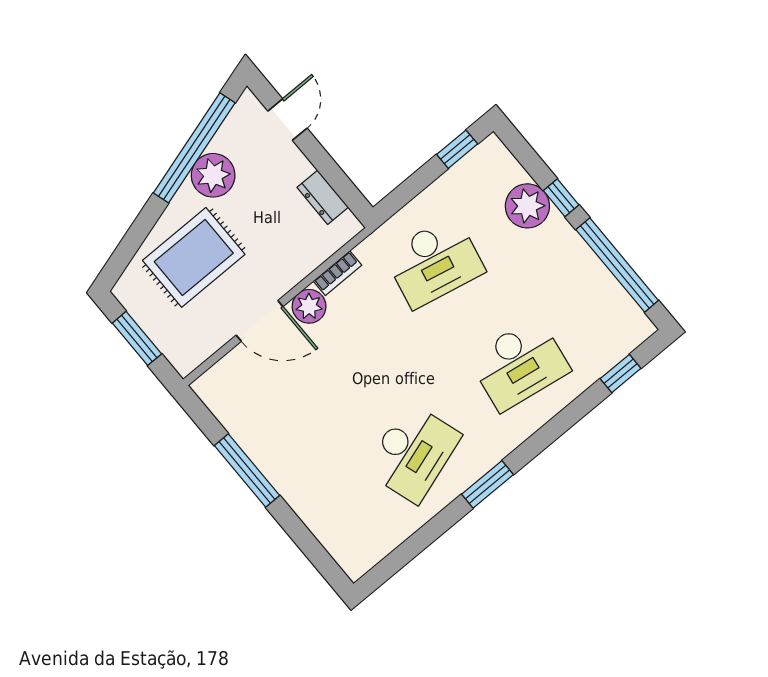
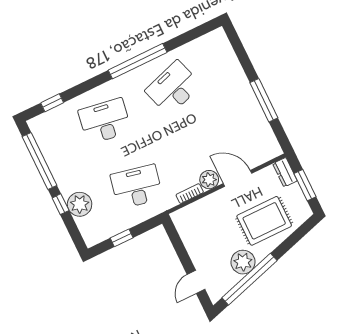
window: (457, 149) -> (122, 238), moved
dresser: (323, 197) -> (285, 172), moved, turned 180
window: (487, 484) -> (138, 61), width x2.11

